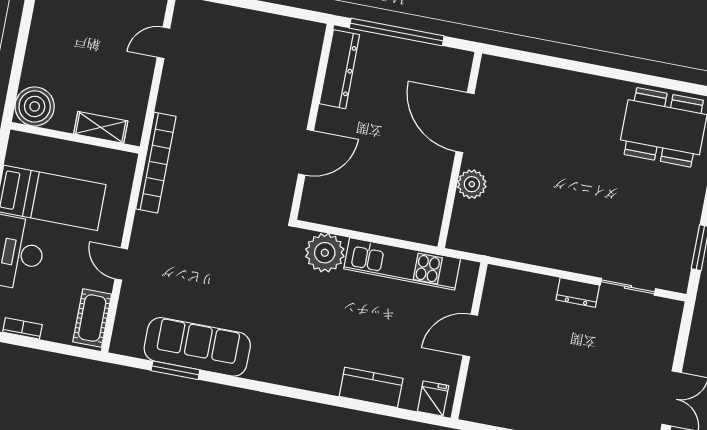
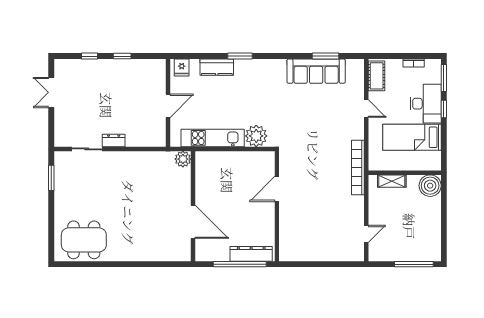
dresser: (339, 69) -> (251, 254), moved, turned 90
plant: (472, 184) -> (183, 159), moved
window: (326, 399) -> (240, 56), added

